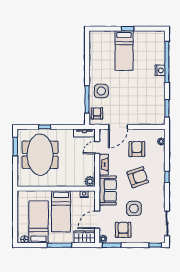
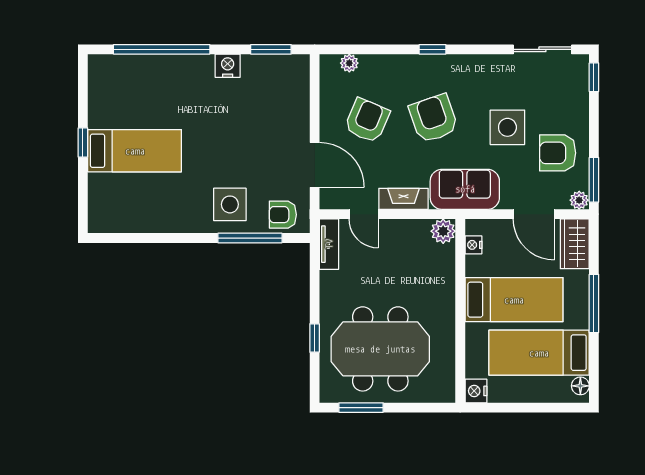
nightstand: (160, 70) -> (228, 66), moved
armchair: (137, 149) -> (367, 120), turned 113
nightstand: (22, 195) -> (476, 391), added

